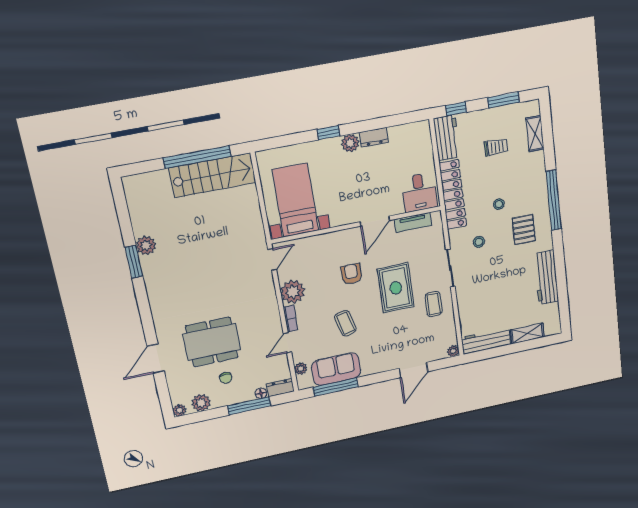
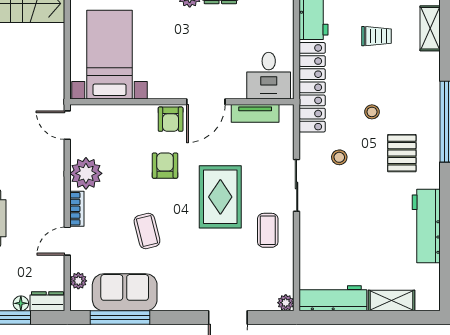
armchair: (350, 239) -> (171, 119), added
door: (272, 259) -> (67, 125), swing flipped

